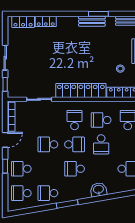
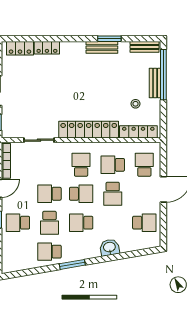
school desk: (21, 193) -> (49, 223), moved, turned -90

